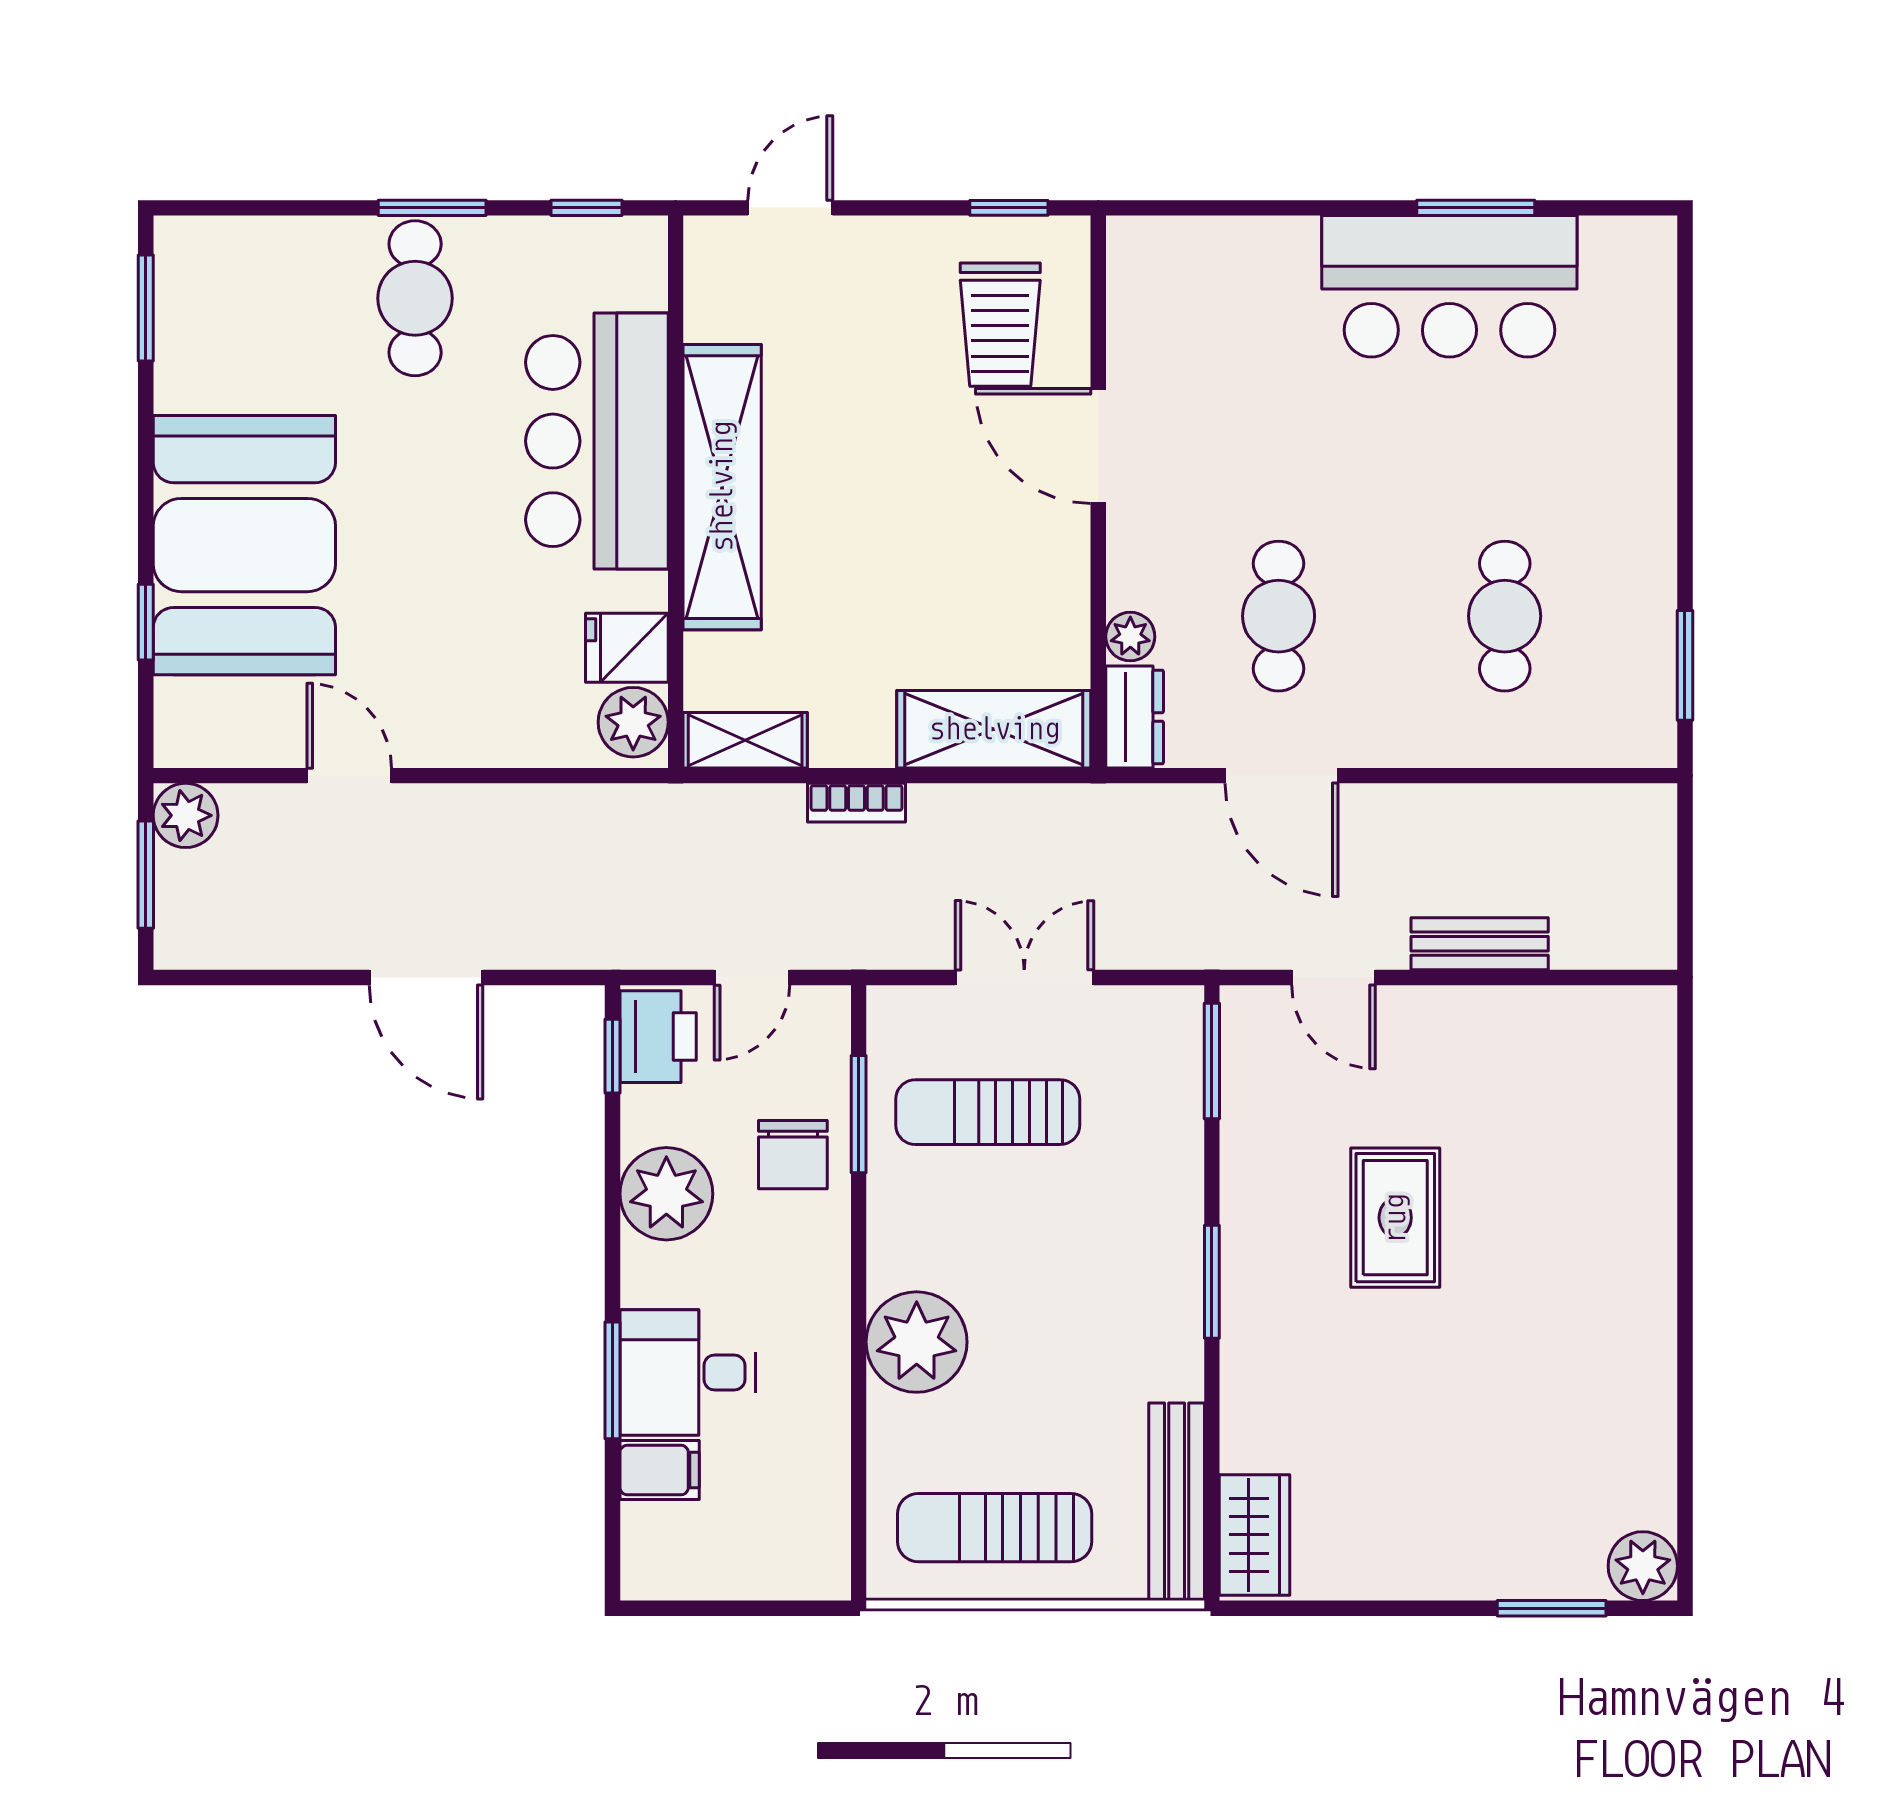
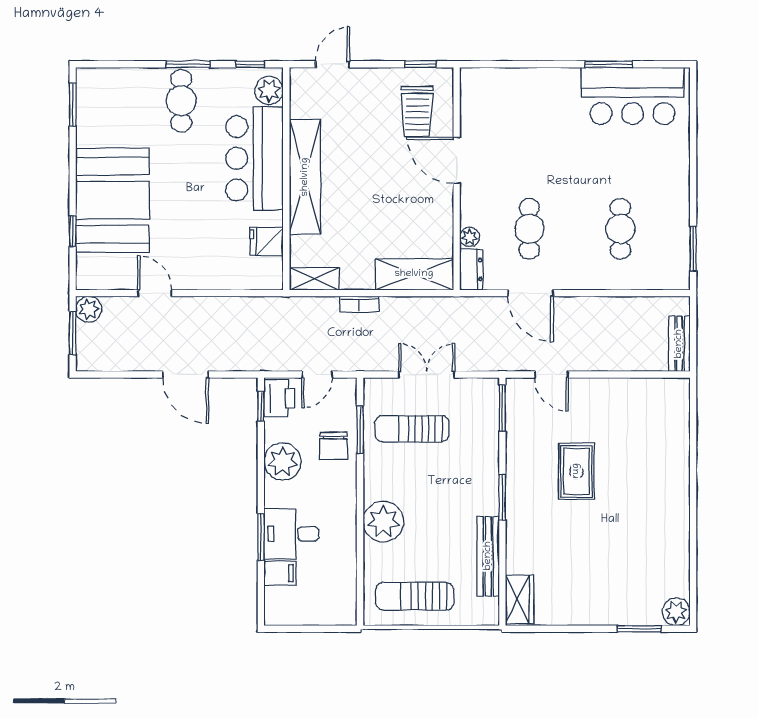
bar counter: (1449, 286) -> (632, 96), moved
plant: (633, 722) -> (269, 91), moved
bench: (1480, 944) -> (679, 344), moved, turned 90
bench: (1177, 1502) -> (488, 556), moved

